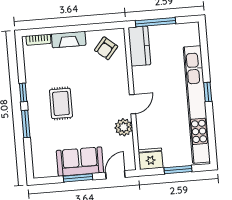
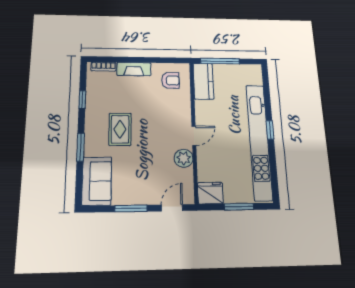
armchair: (106, 48) -> (170, 80), turned -130
window: (23, 93) -> (82, 100), moved
sofa: (80, 162) -> (97, 181), moved, turned 90

